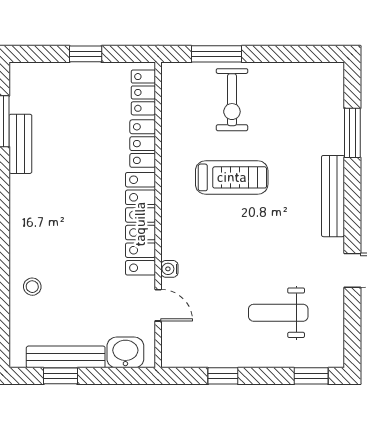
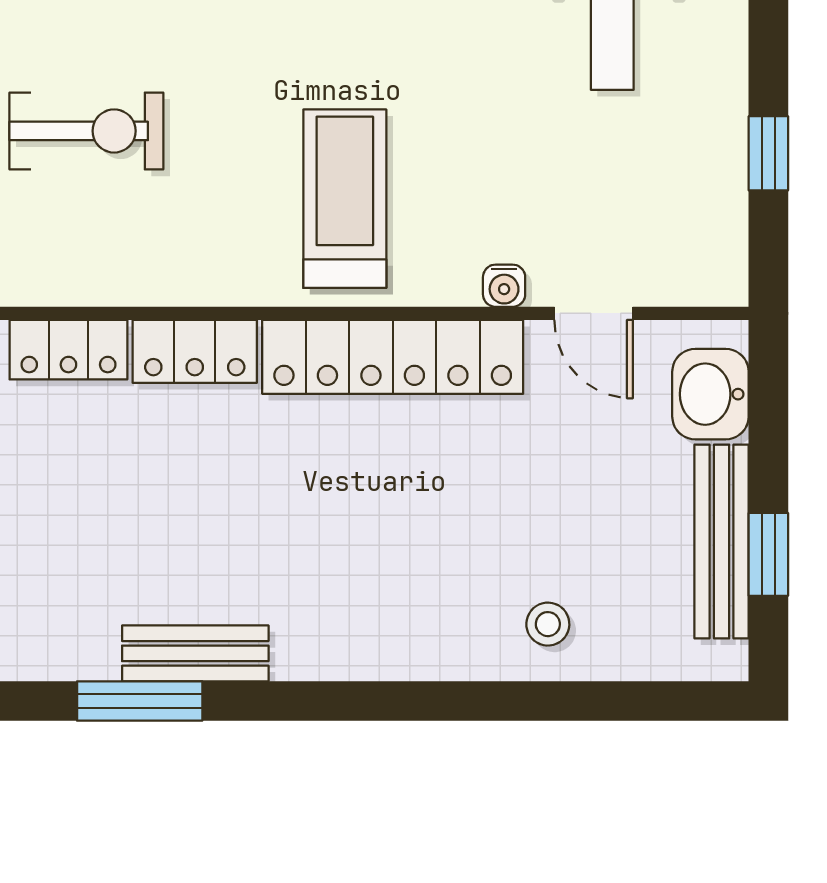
treadmill: (232, 177) -> (345, 199), moved
door: (158, 305) -> (594, 313), swing flipped

